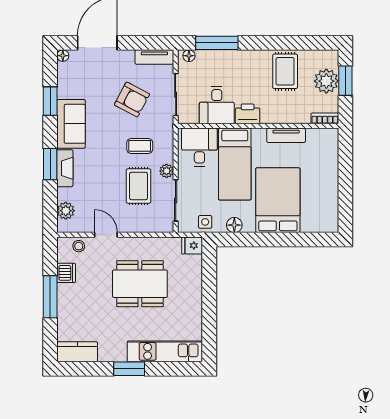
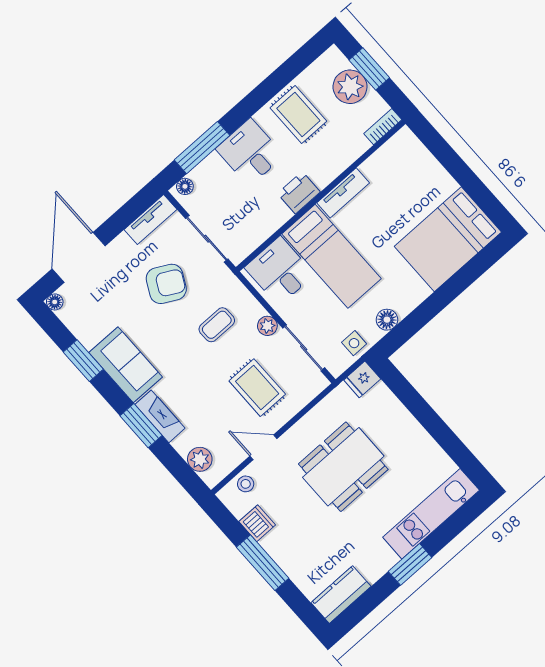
desk: (217, 105) -> (250, 152), moved, turned 180
tv unit: (286, 135) -> (343, 193), moved
rug: (139, 186) -> (257, 388), moved
bed: (278, 200) -> (448, 239), moved, turned -90

